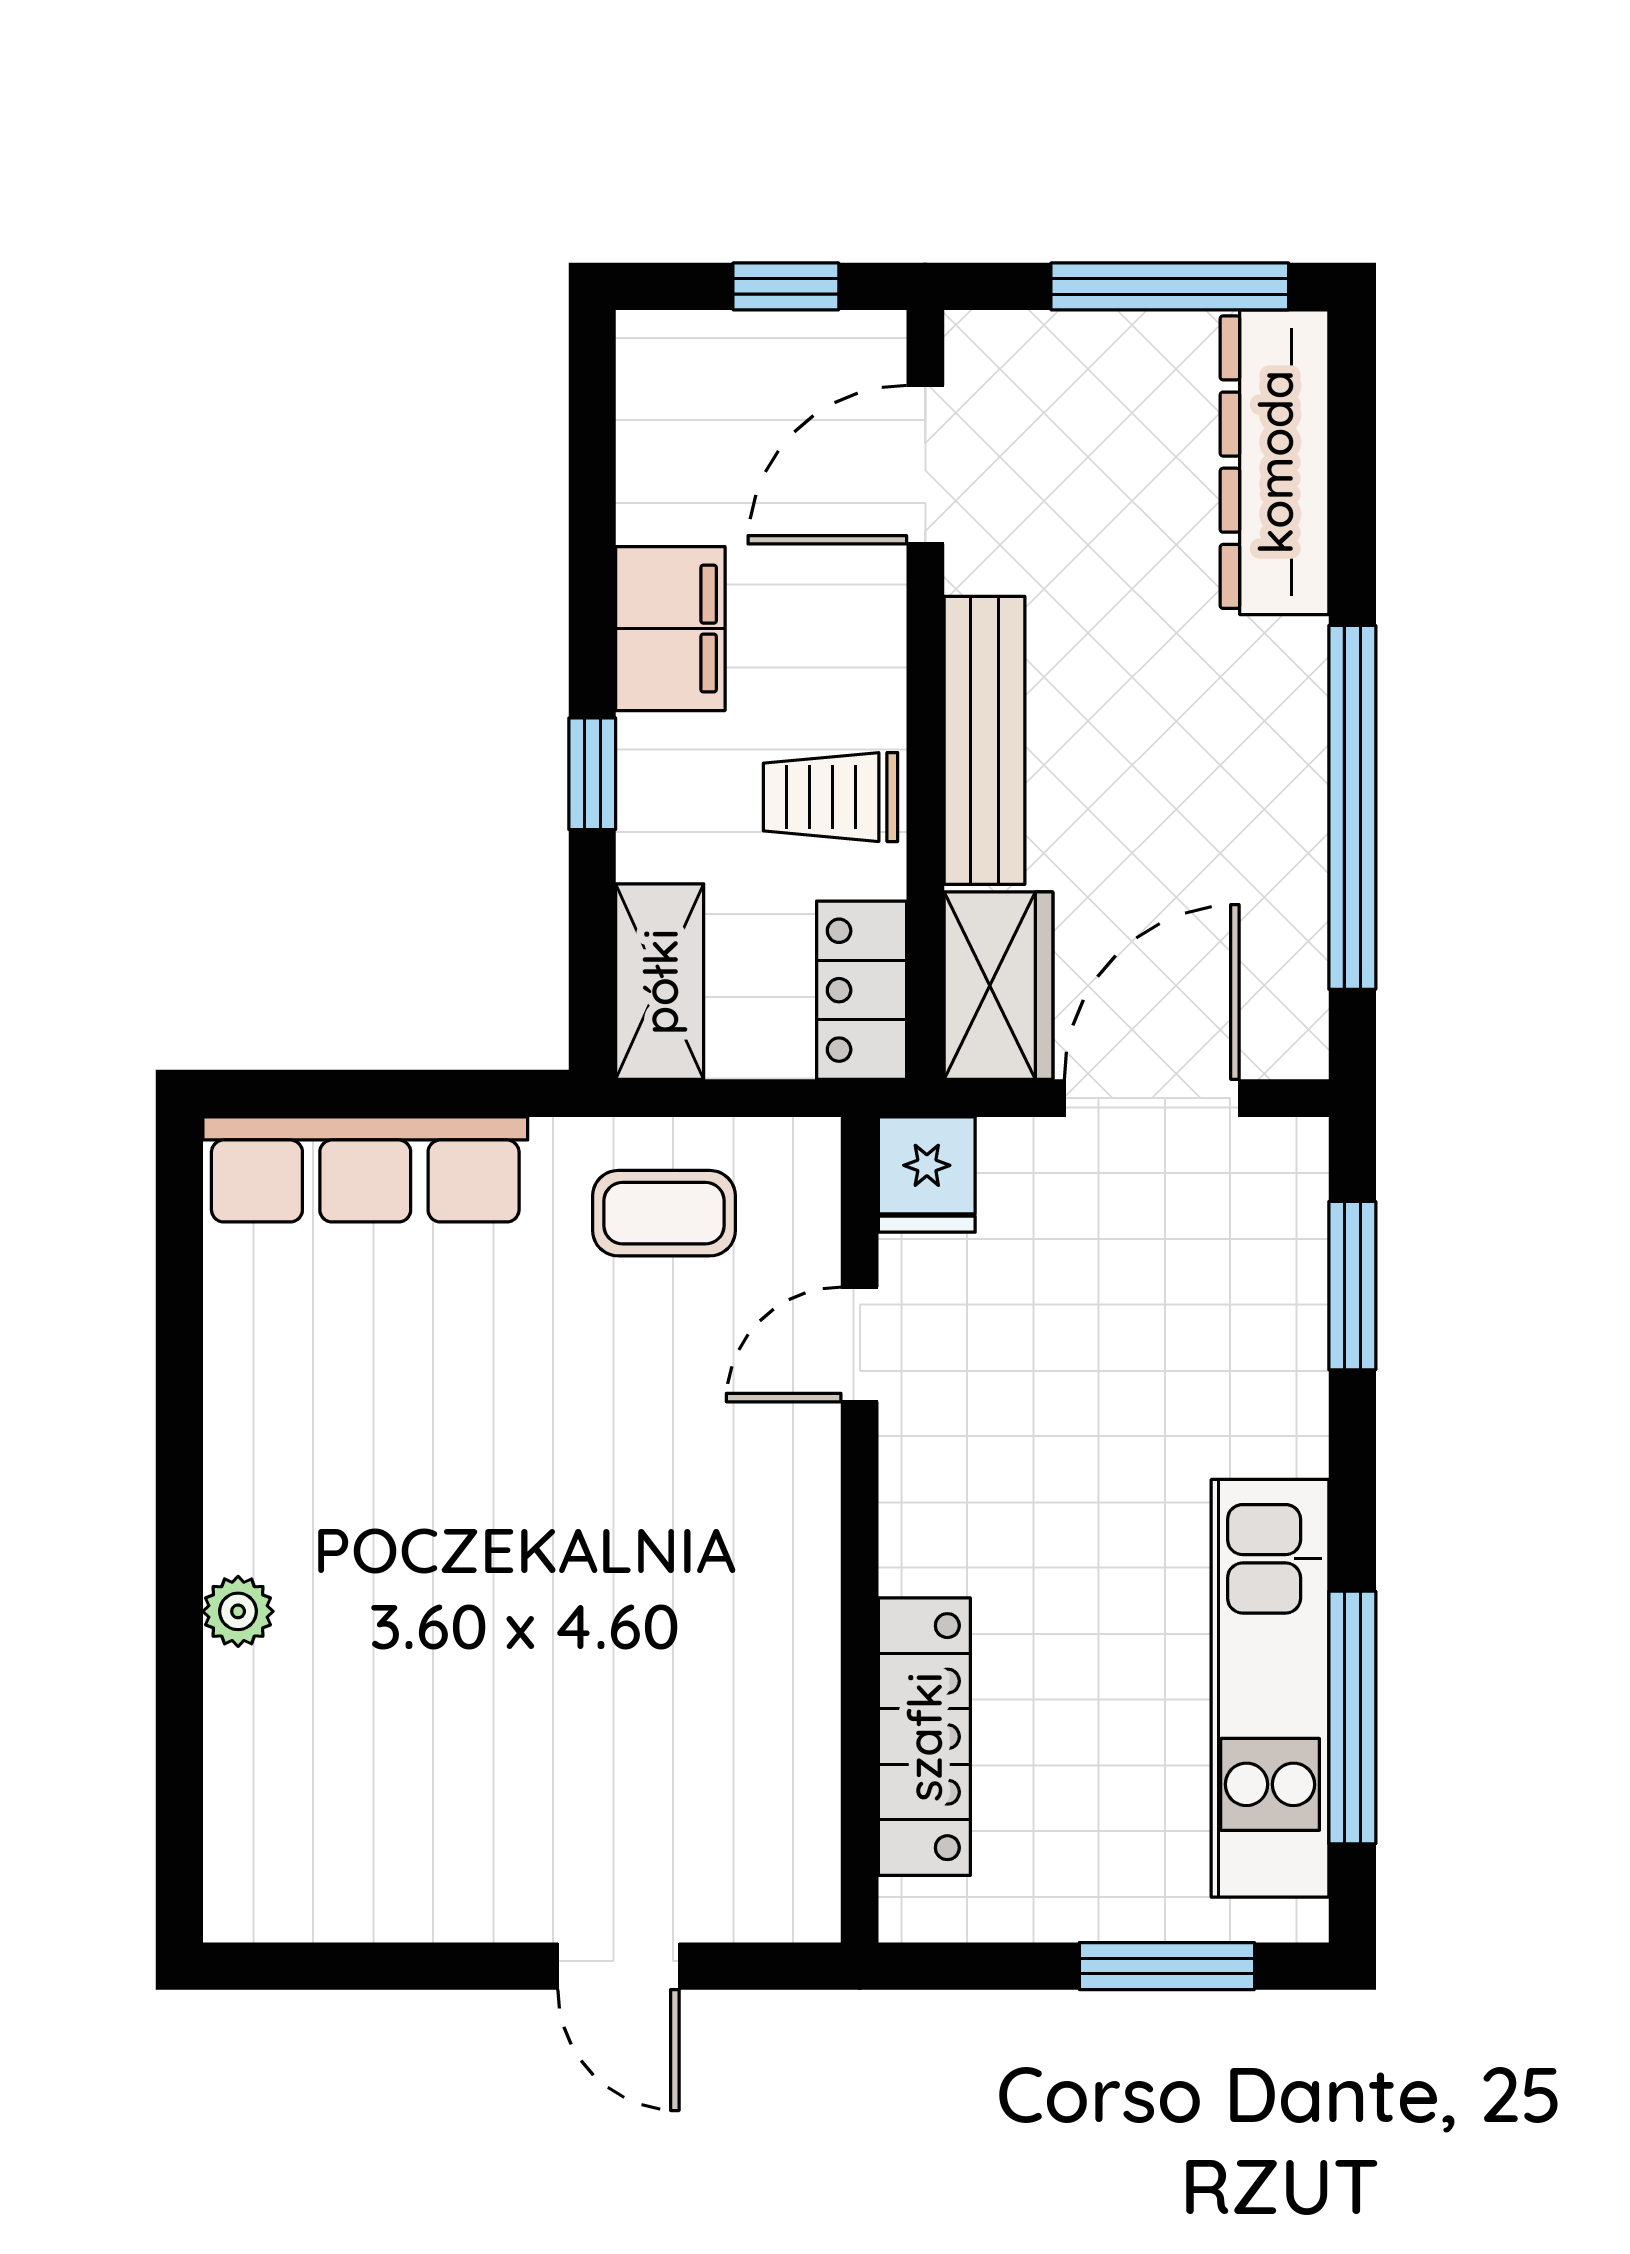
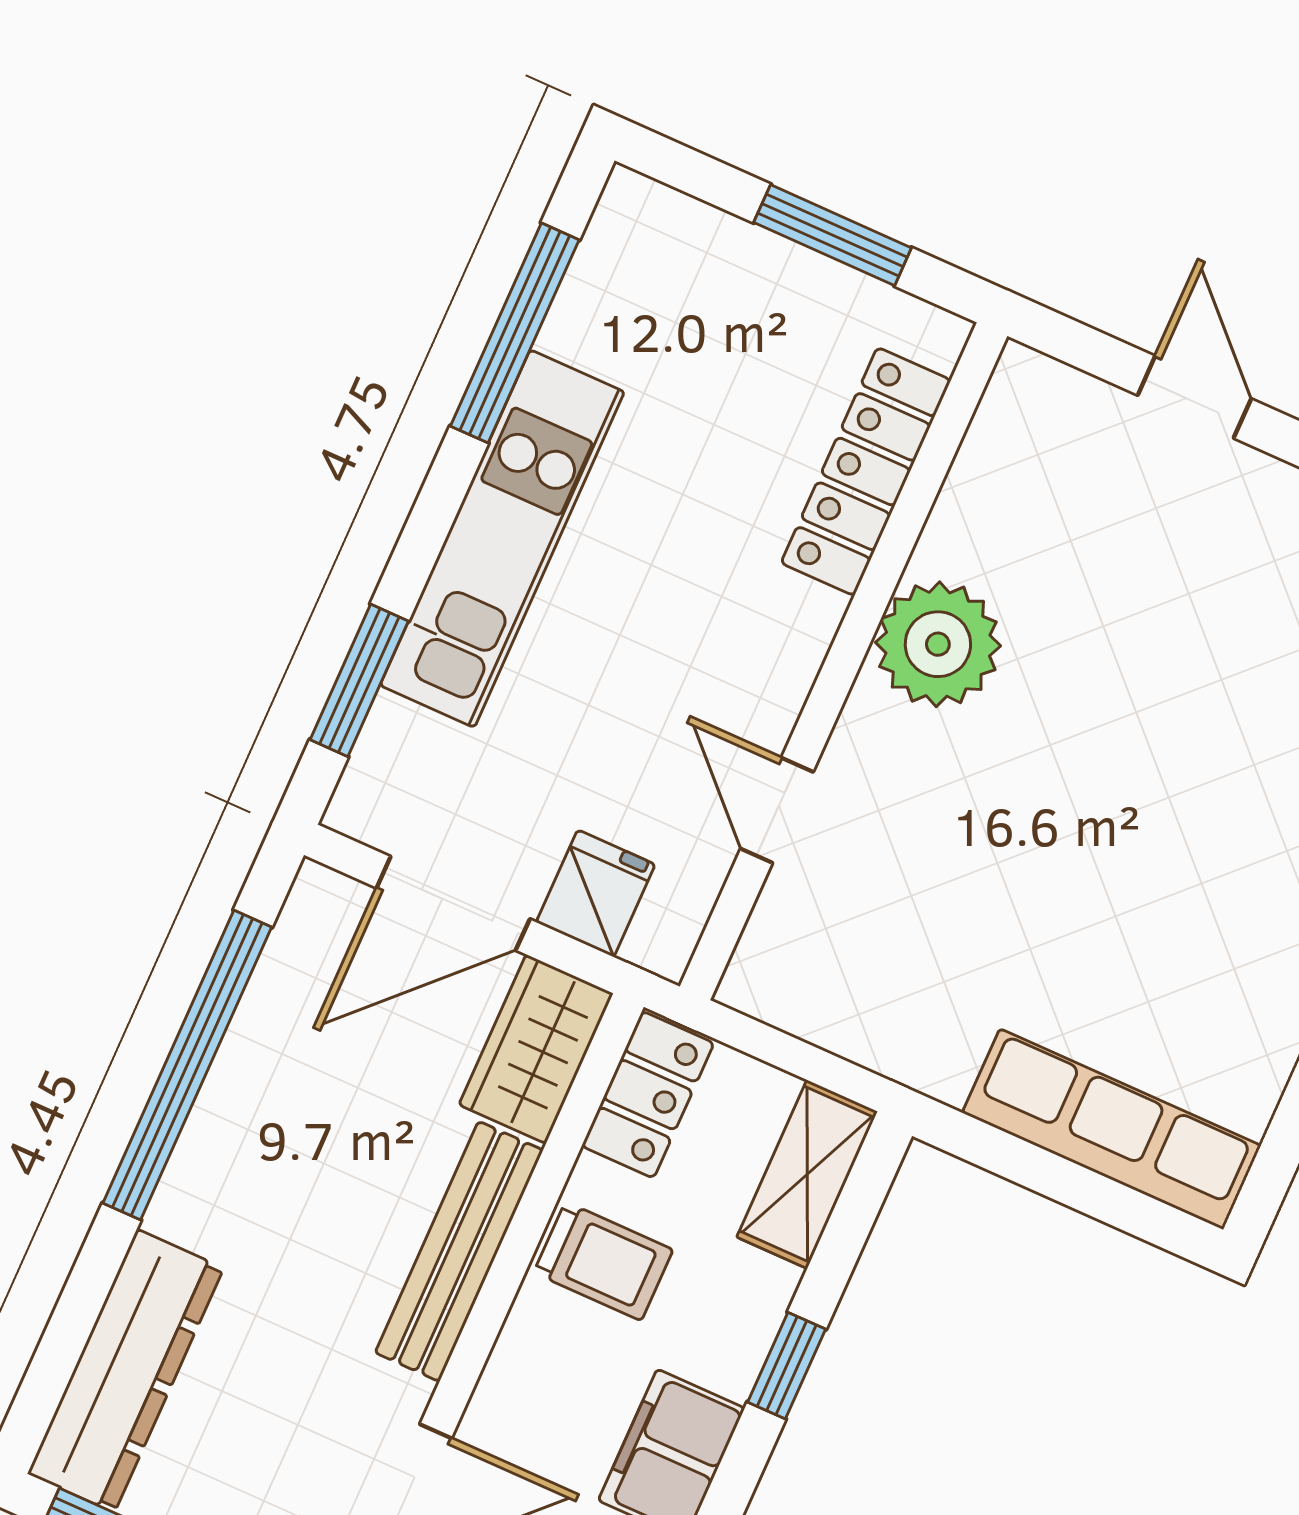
fridge: (927, 1175) -> (596, 893), moved
coffee table: (664, 1213) -> (887, 986), removed
door: (860, 1345) -> (777, 810), swing flipped
plant: (770, 1591) -> (938, 644), added
kitchen unit: (1270, 1688) -> (502, 539), moved
window: (1167, 1966) -> (833, 235), moved

